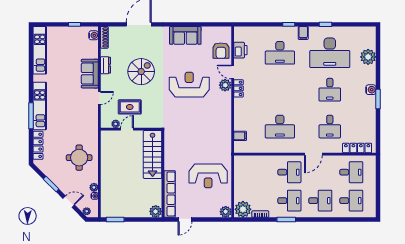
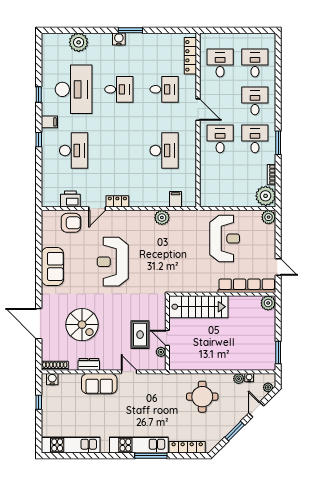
spiral stairs: (141, 72) -> (82, 325), moved, turned 180
plant: (225, 85) -> (162, 218), moved

